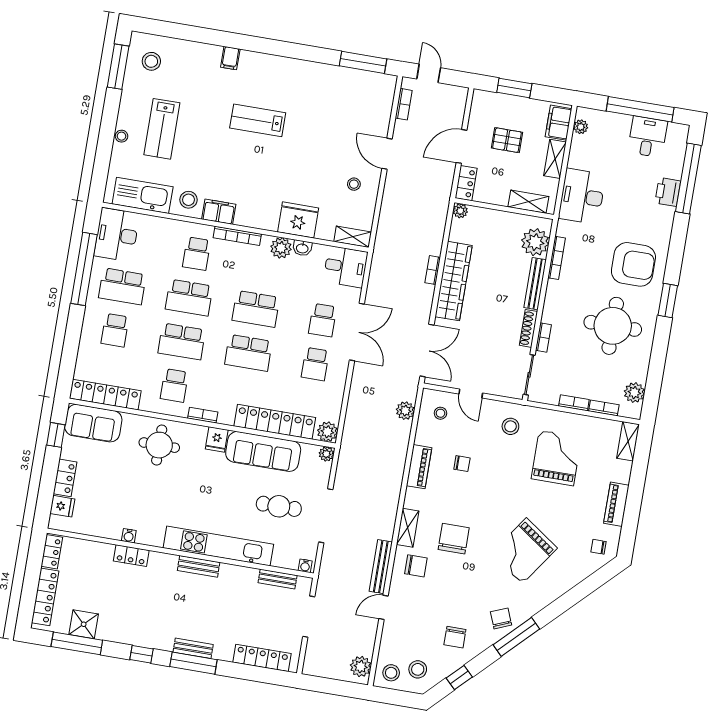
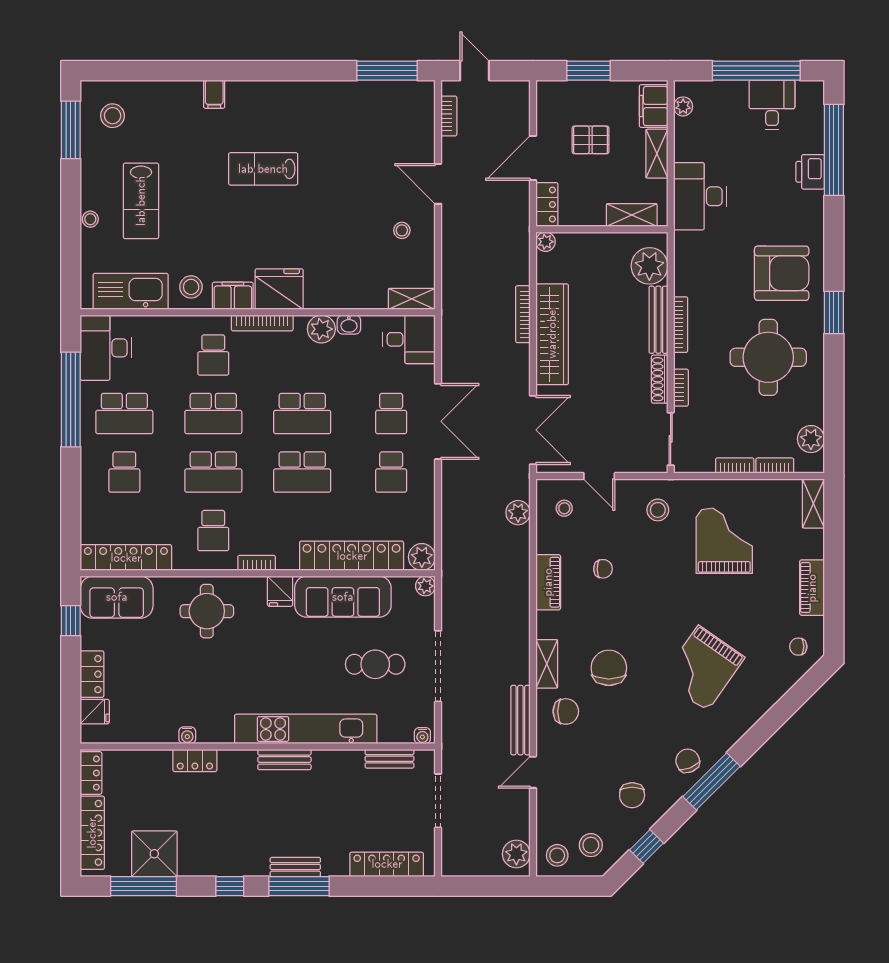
fridge: (298, 220) -> (279, 289), moved
bookcase: (557, 258) -> (681, 325), moved
bookcase: (433, 270) -> (523, 314), width x1.56
shower: (84, 624) -> (154, 854), width x1.36, depth x1.36

